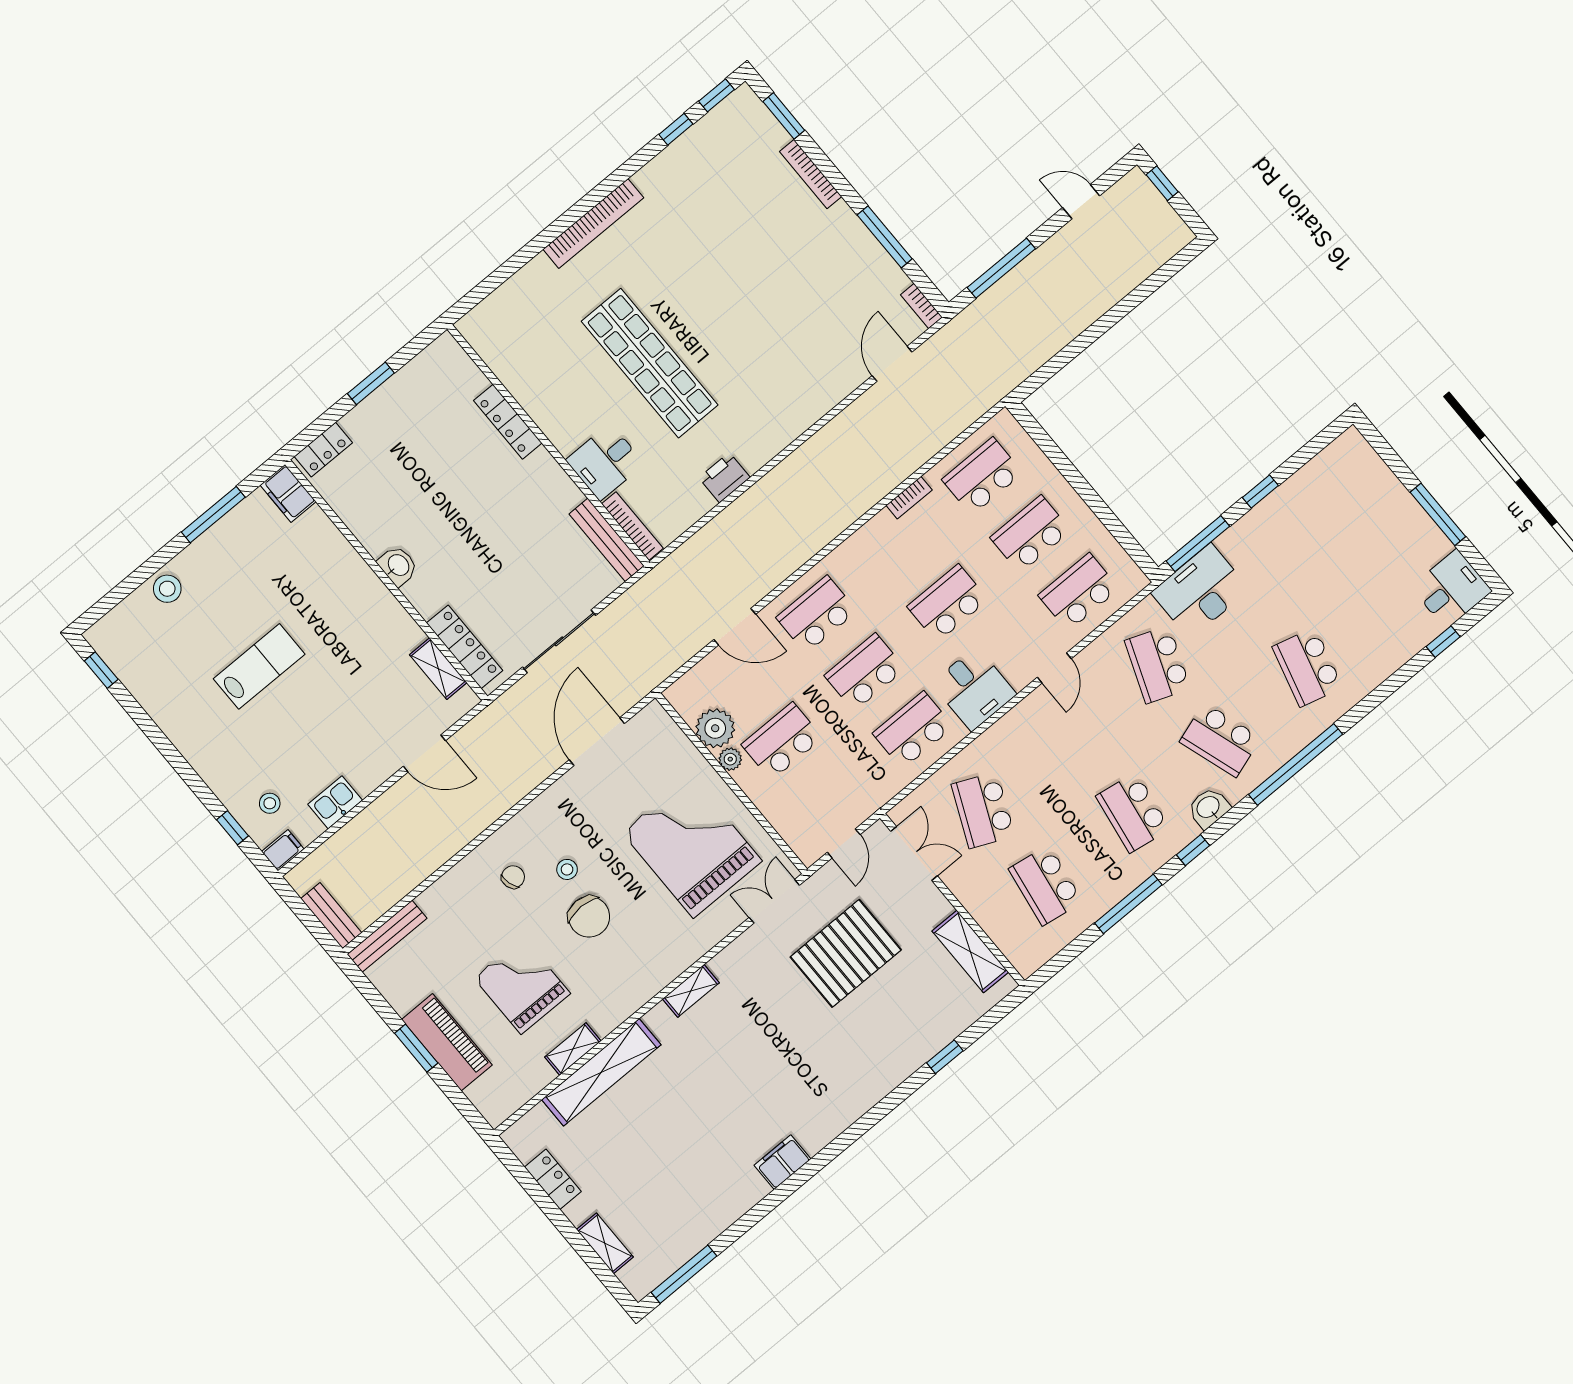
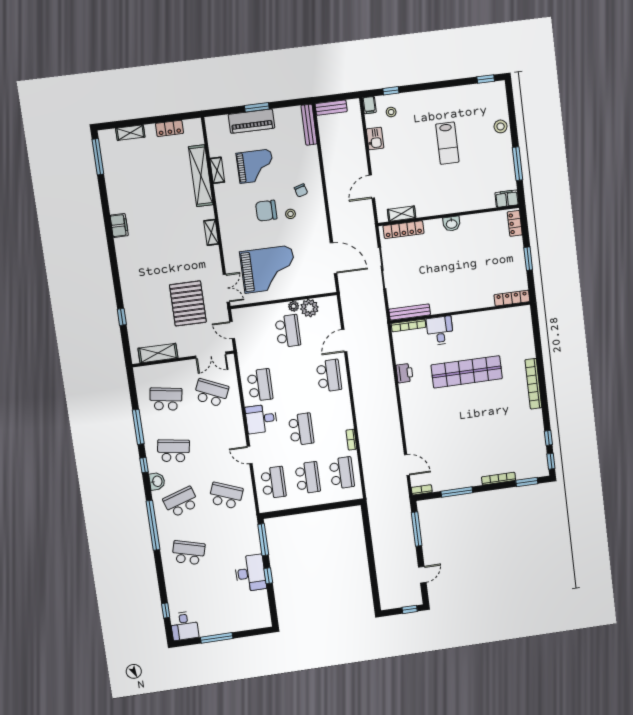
locker: (508, 422) -> (512, 298), moved
desk: (1200, 591) -> (250, 573), moved
school desk: (865, 672) -> (295, 380), removed

